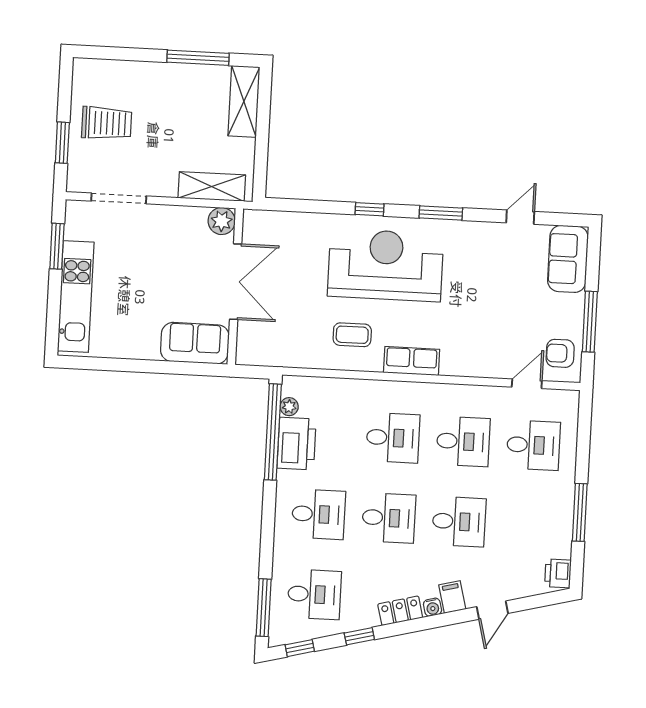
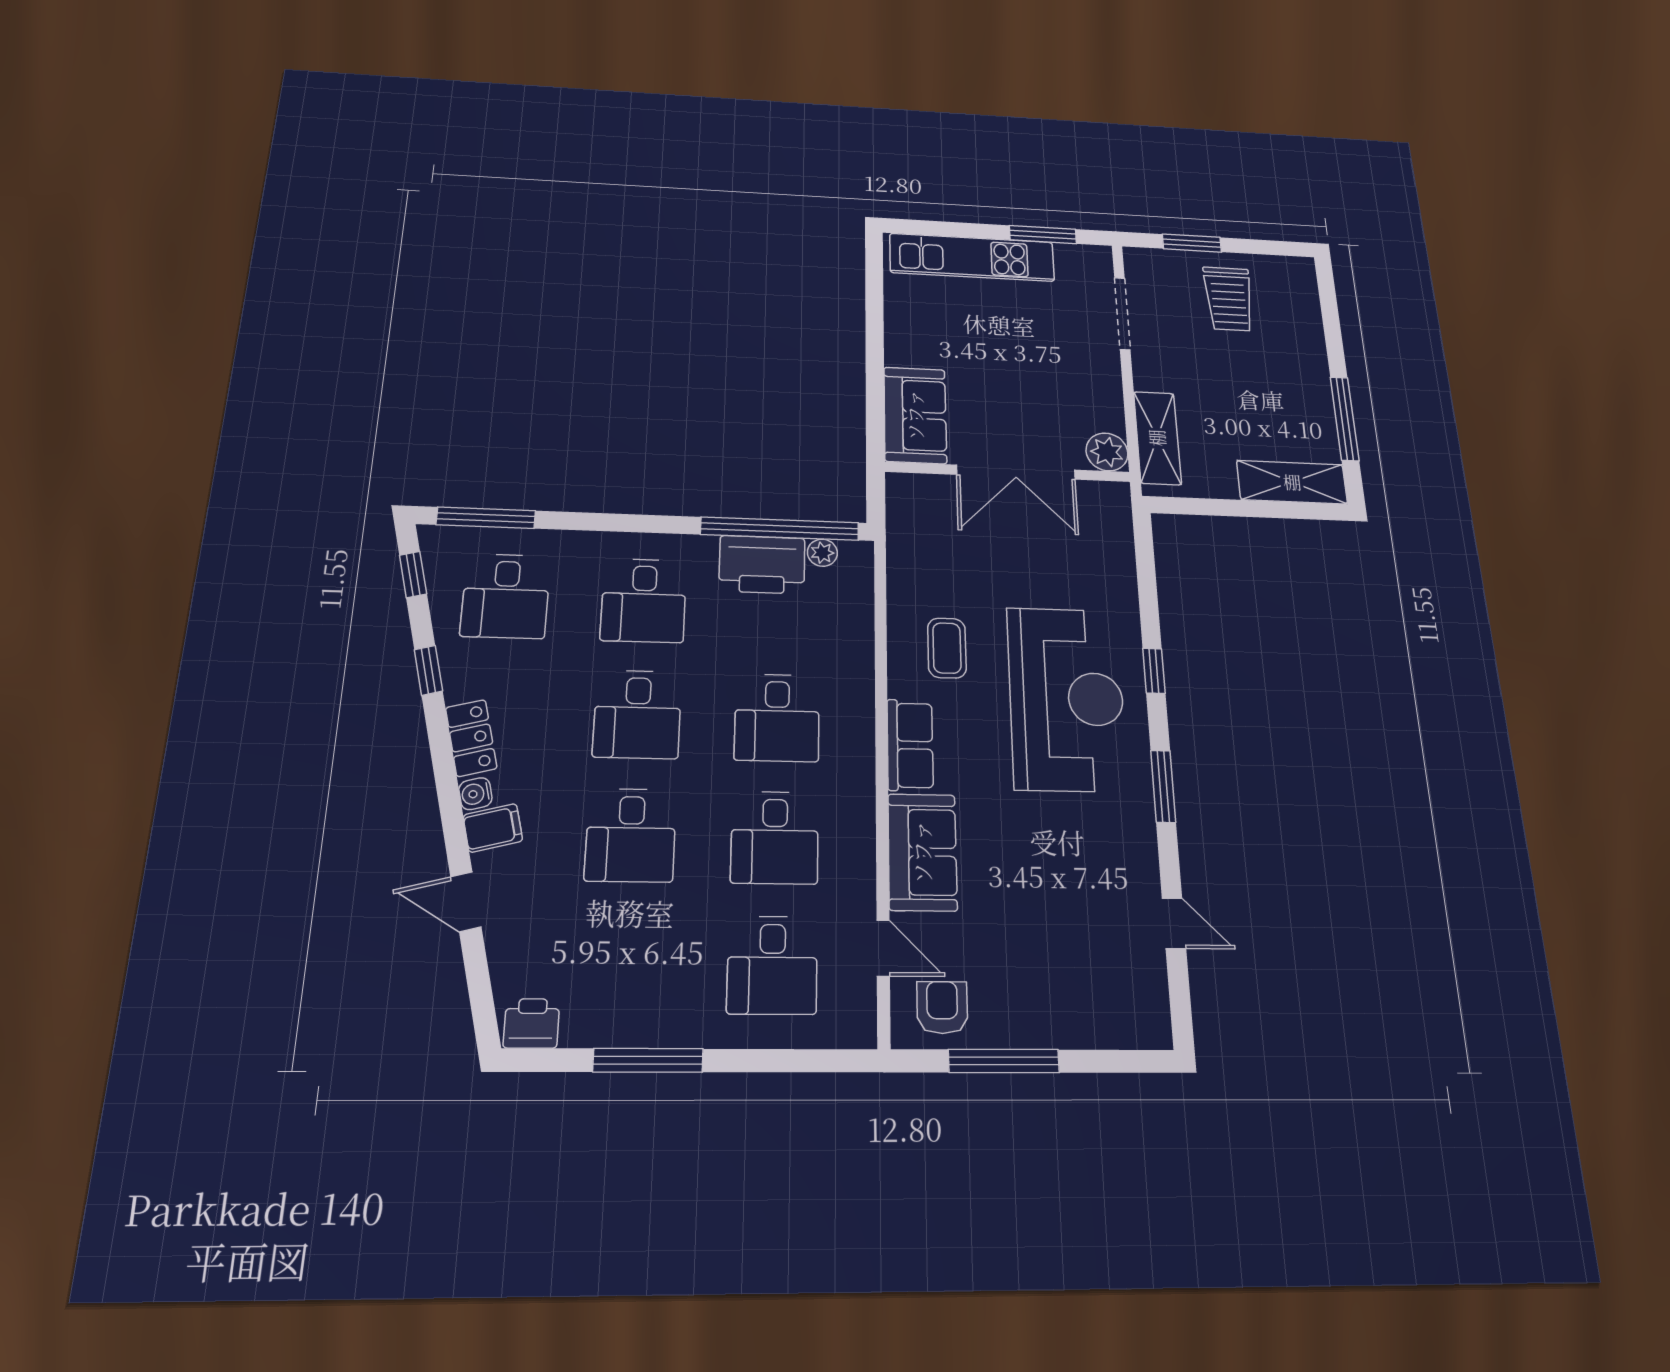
sofa: (568, 259) -> (922, 852), moved, turned 90

